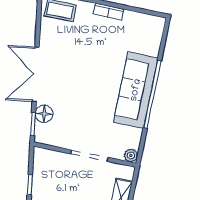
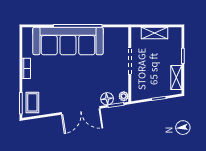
sofa: (136, 90) -> (68, 41), width x1.36, depth x1.27
plant: (131, 155) -> (124, 96), moved

